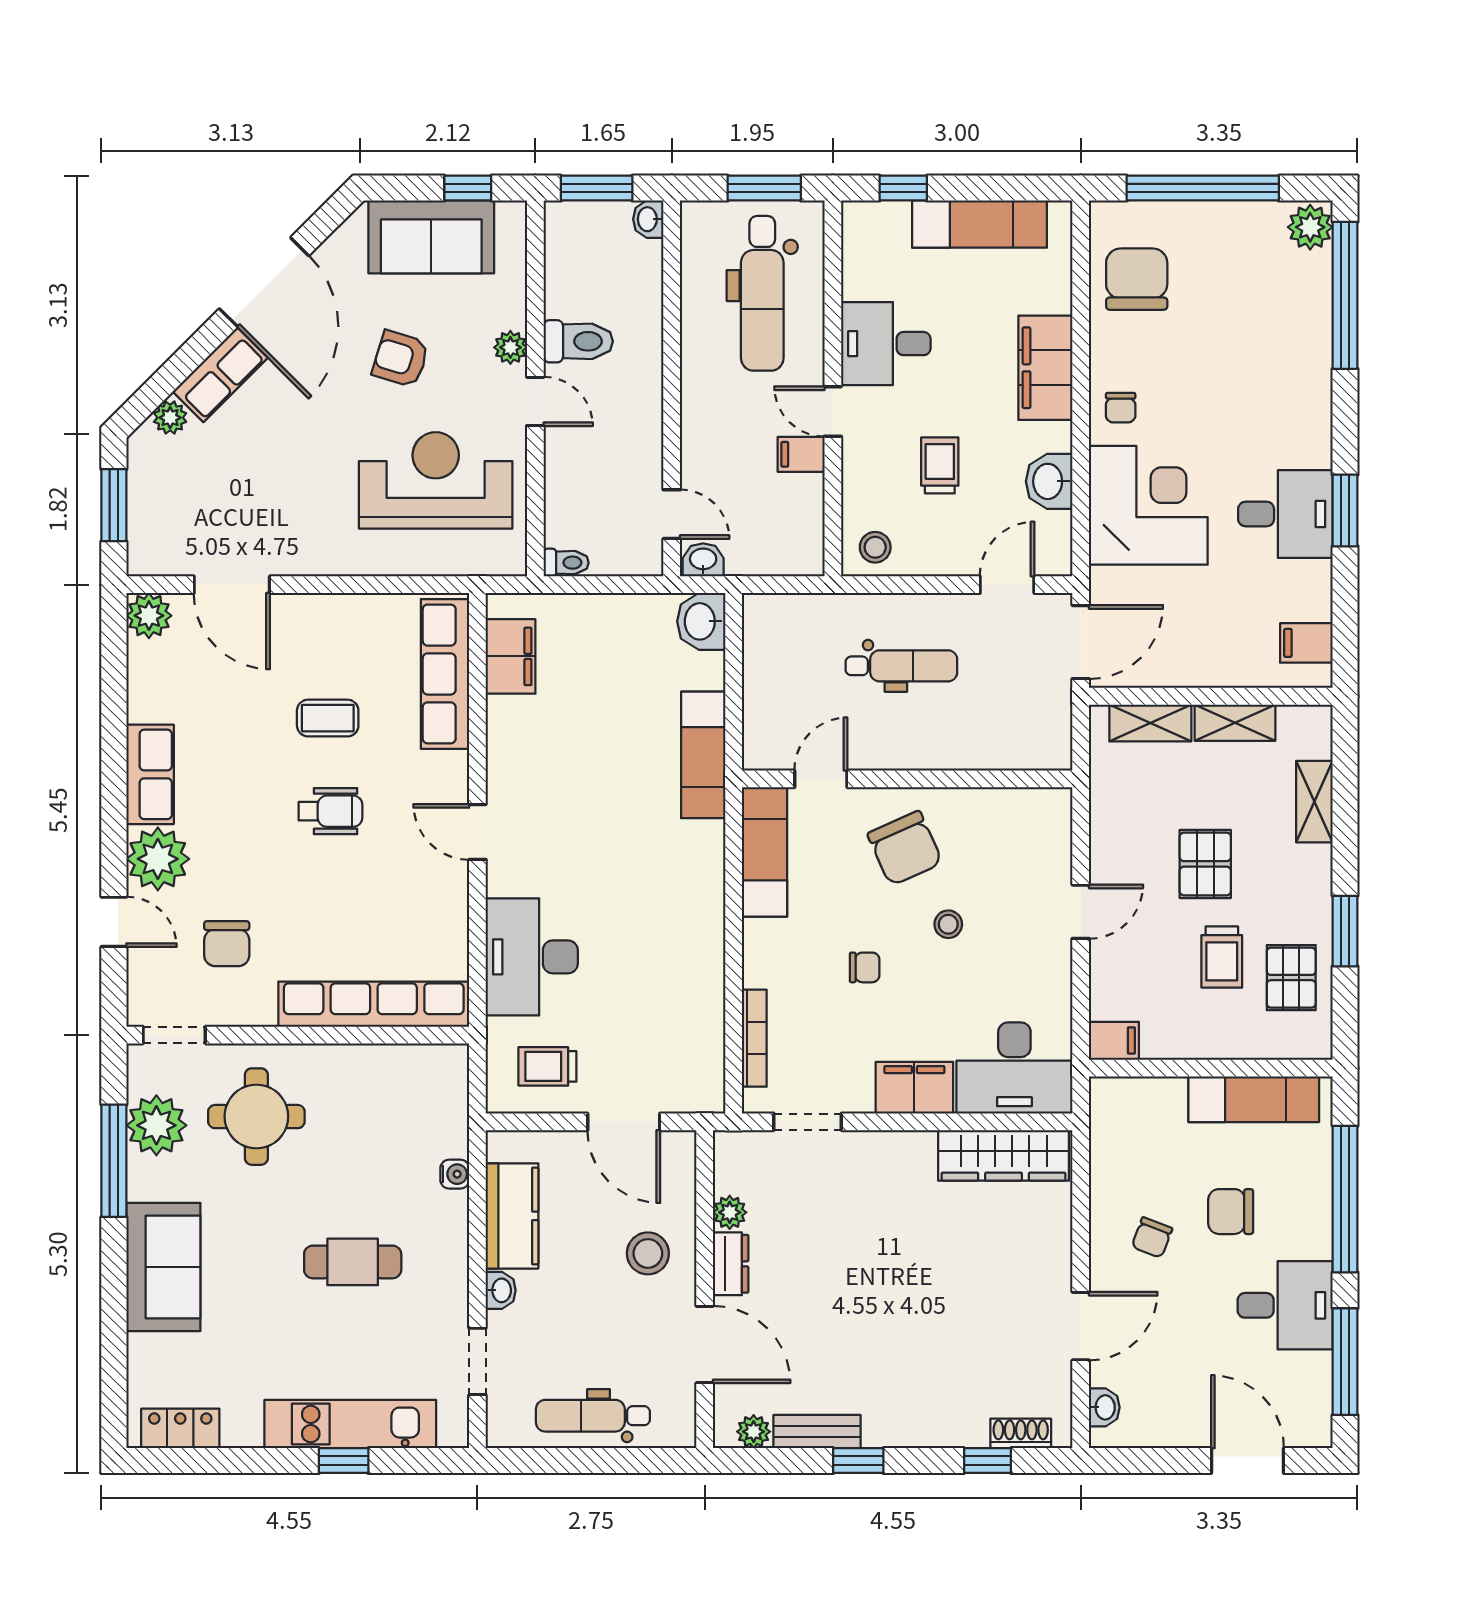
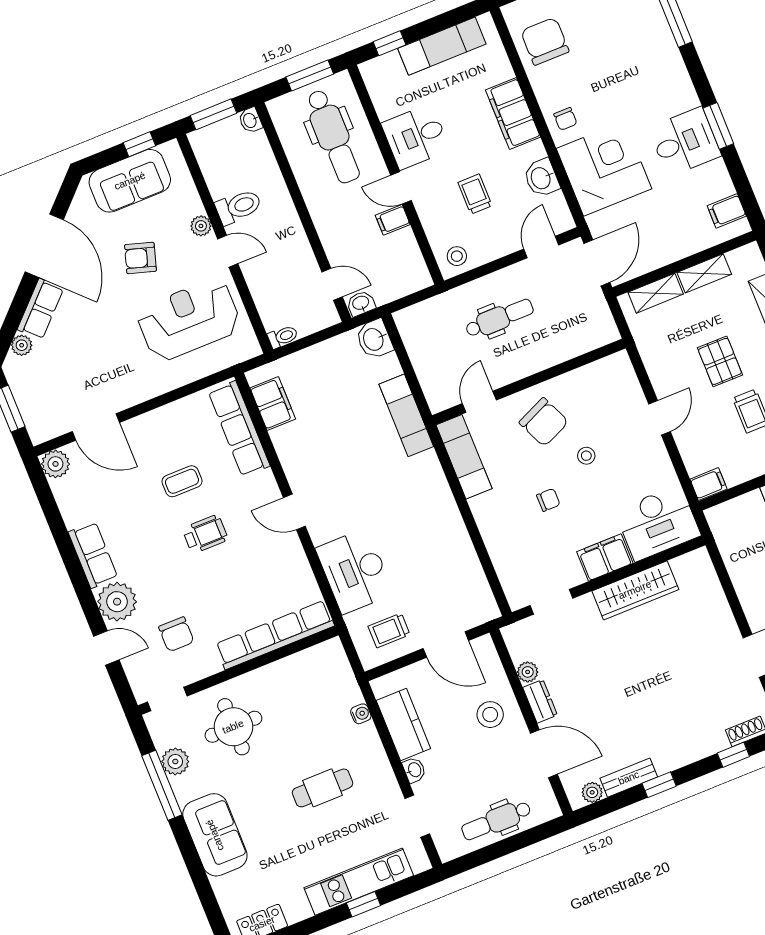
bookcase: (754, 1038) -> (501, 566), removed
plant: (156, 1125) -> (175, 761), width x0.73, depth x0.73
wardrobe: (1004, 1155) -> (635, 590), moved

